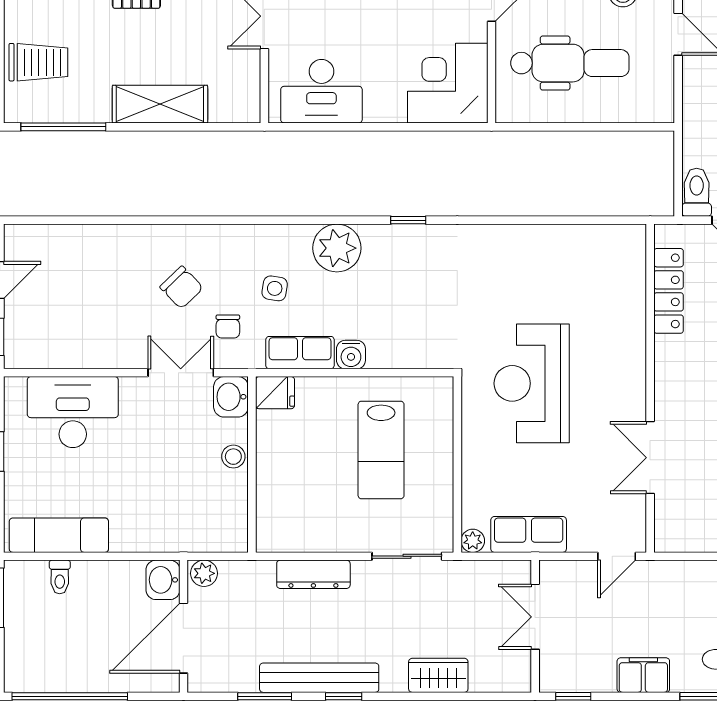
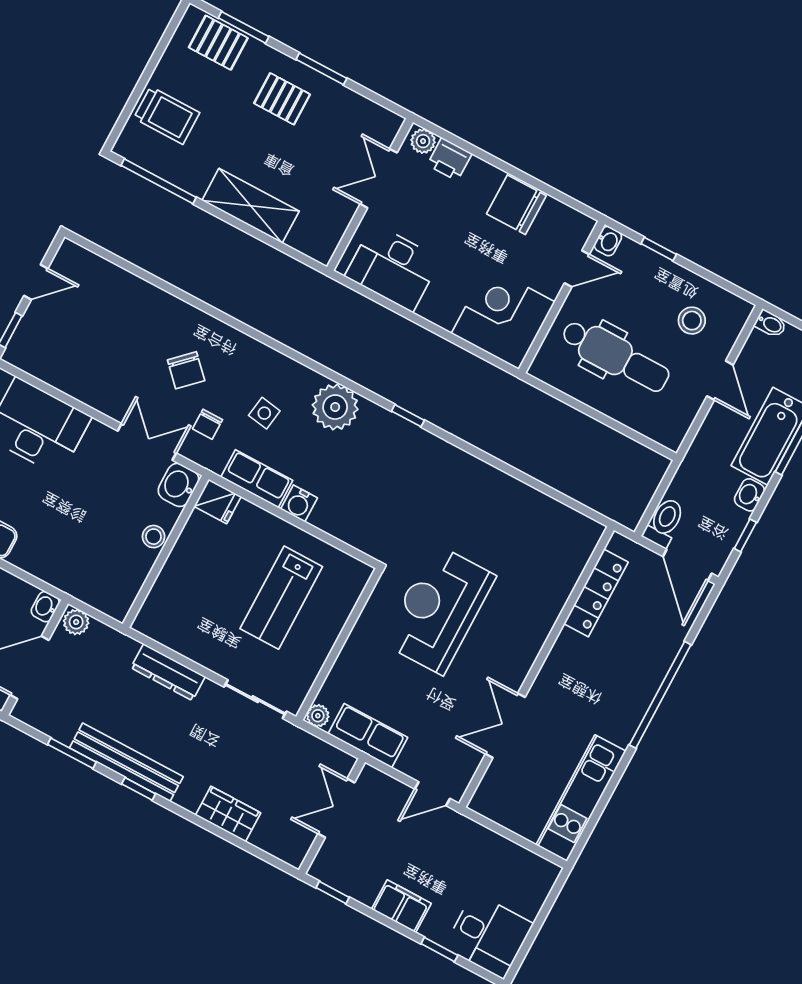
washbasin: (163, 580) -> (45, 607), width x0.72, depth x0.69

